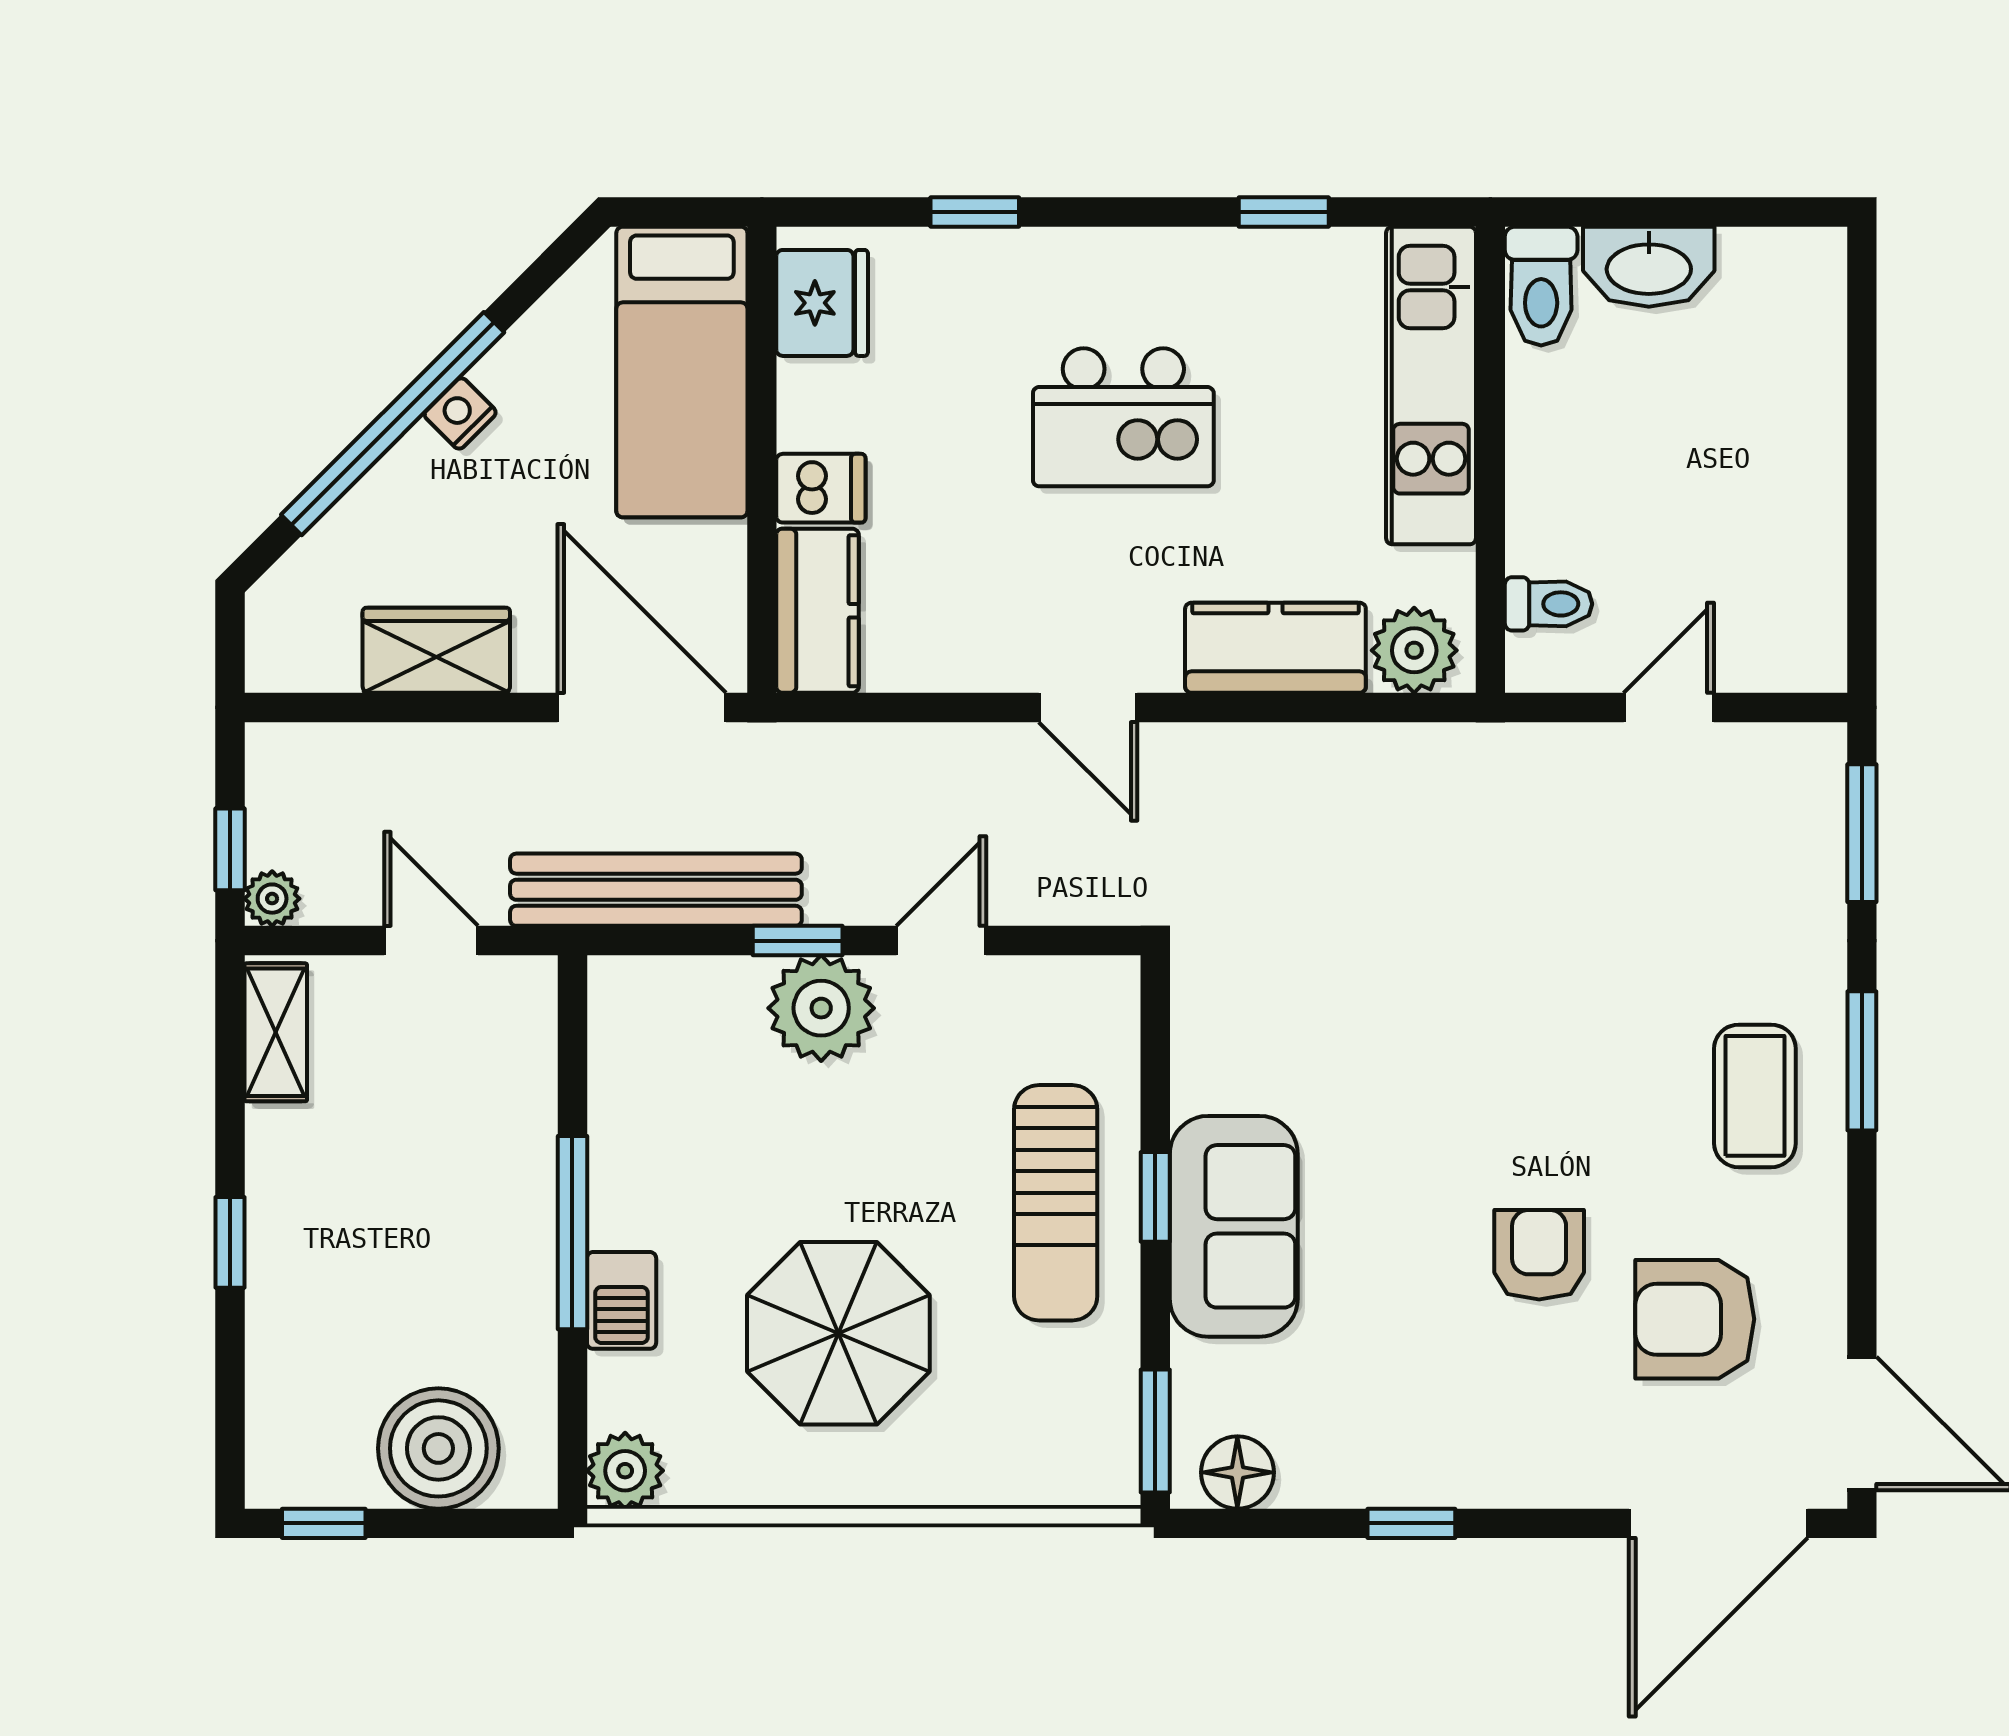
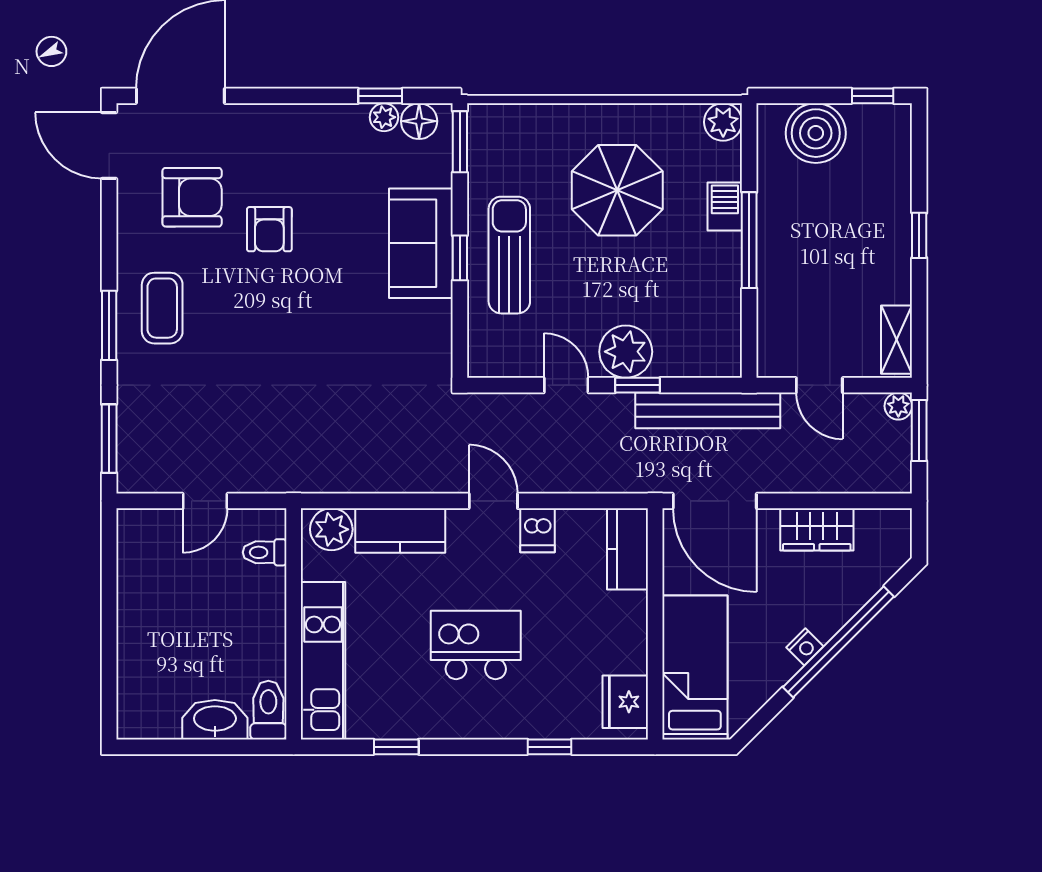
dishwasher: (821, 488) -> (537, 530), moved, turned -90
window: (230, 849) -> (919, 430), width x1.50
door: (941, 941) -> (566, 385), swing flipped
plant: (1308, 1480) -> (384, 117), added
window: (1411, 1523) -> (380, 96), moved

